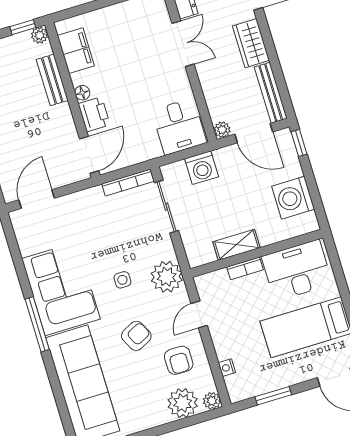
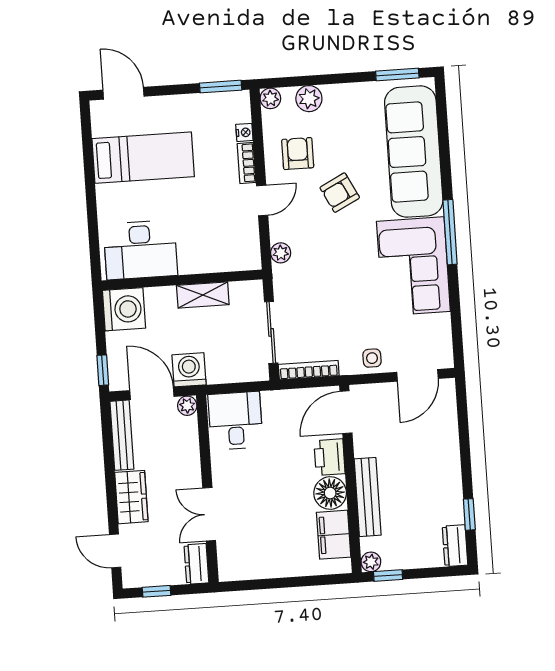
bench: (52, 80) -> (368, 497), width x1.36
floor lamp: (82, 93) -> (330, 493), width x1.89, depth x1.89
washing machine: (202, 168) -> (189, 370), moved
shelving: (236, 245) -> (203, 295), moved
wall: (257, 253) -> (182, 280), moved
bookcase: (245, 268) -> (247, 163), moved, turned -90
desk: (297, 270) -> (140, 250), moved
plant: (167, 277) -> (281, 253), width x0.53, depth x0.53
side table: (122, 280) -> (372, 358), moved
window: (273, 396) -> (221, 87), moved
plant: (183, 403) -> (309, 99), width x0.73, depth x0.73

